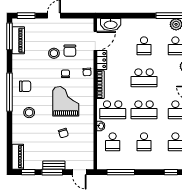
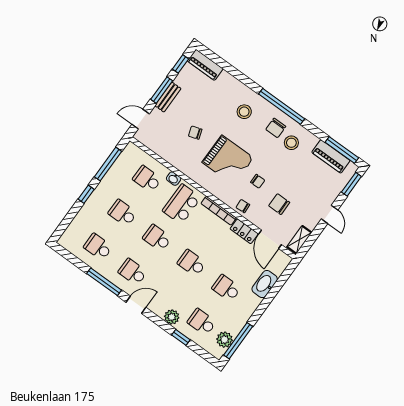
shelving: (83, 23) -> (299, 240), added
washbasin: (111, 24) -> (265, 284), moved
stool: (54, 53) -> (291, 143), moved
school desk: (144, 78) -> (192, 263), width x0.54
school desk: (144, 110) -> (157, 238), width x0.54
window: (171, 172) -> (86, 194), moved

